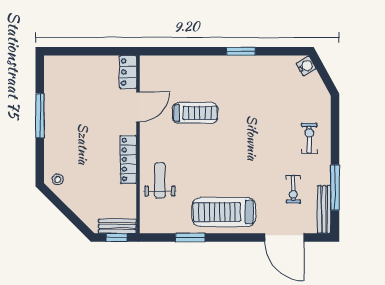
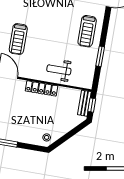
treadmill: (195, 113) -> (18, 39), turned 180
treadmill: (224, 212) -> (87, 31), width x0.73, depth x0.73

